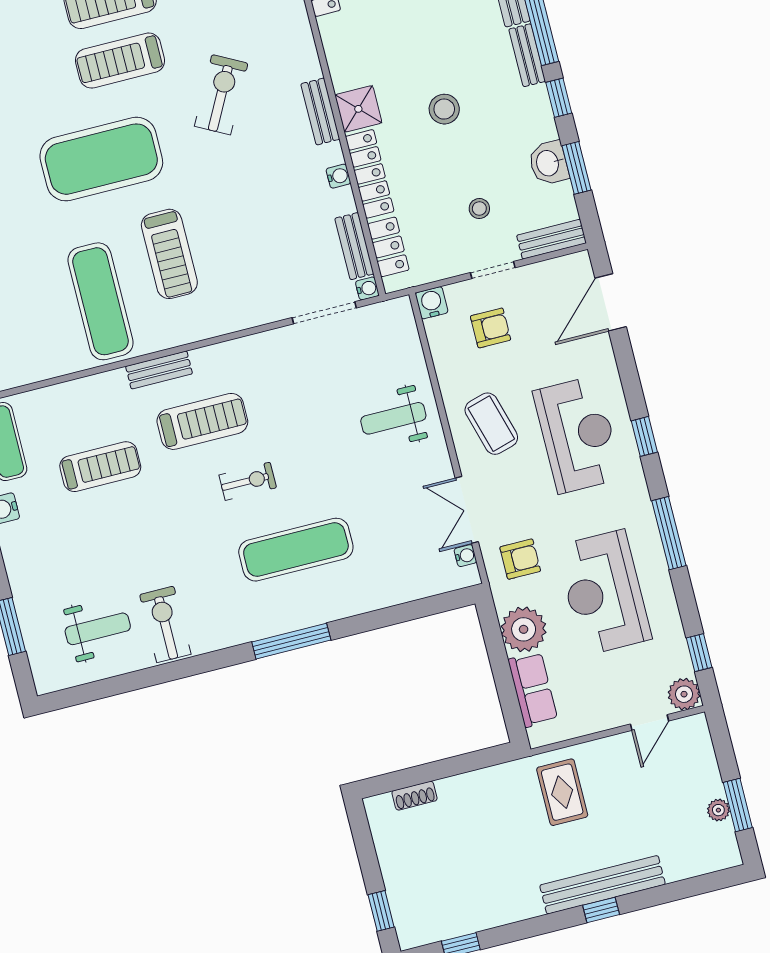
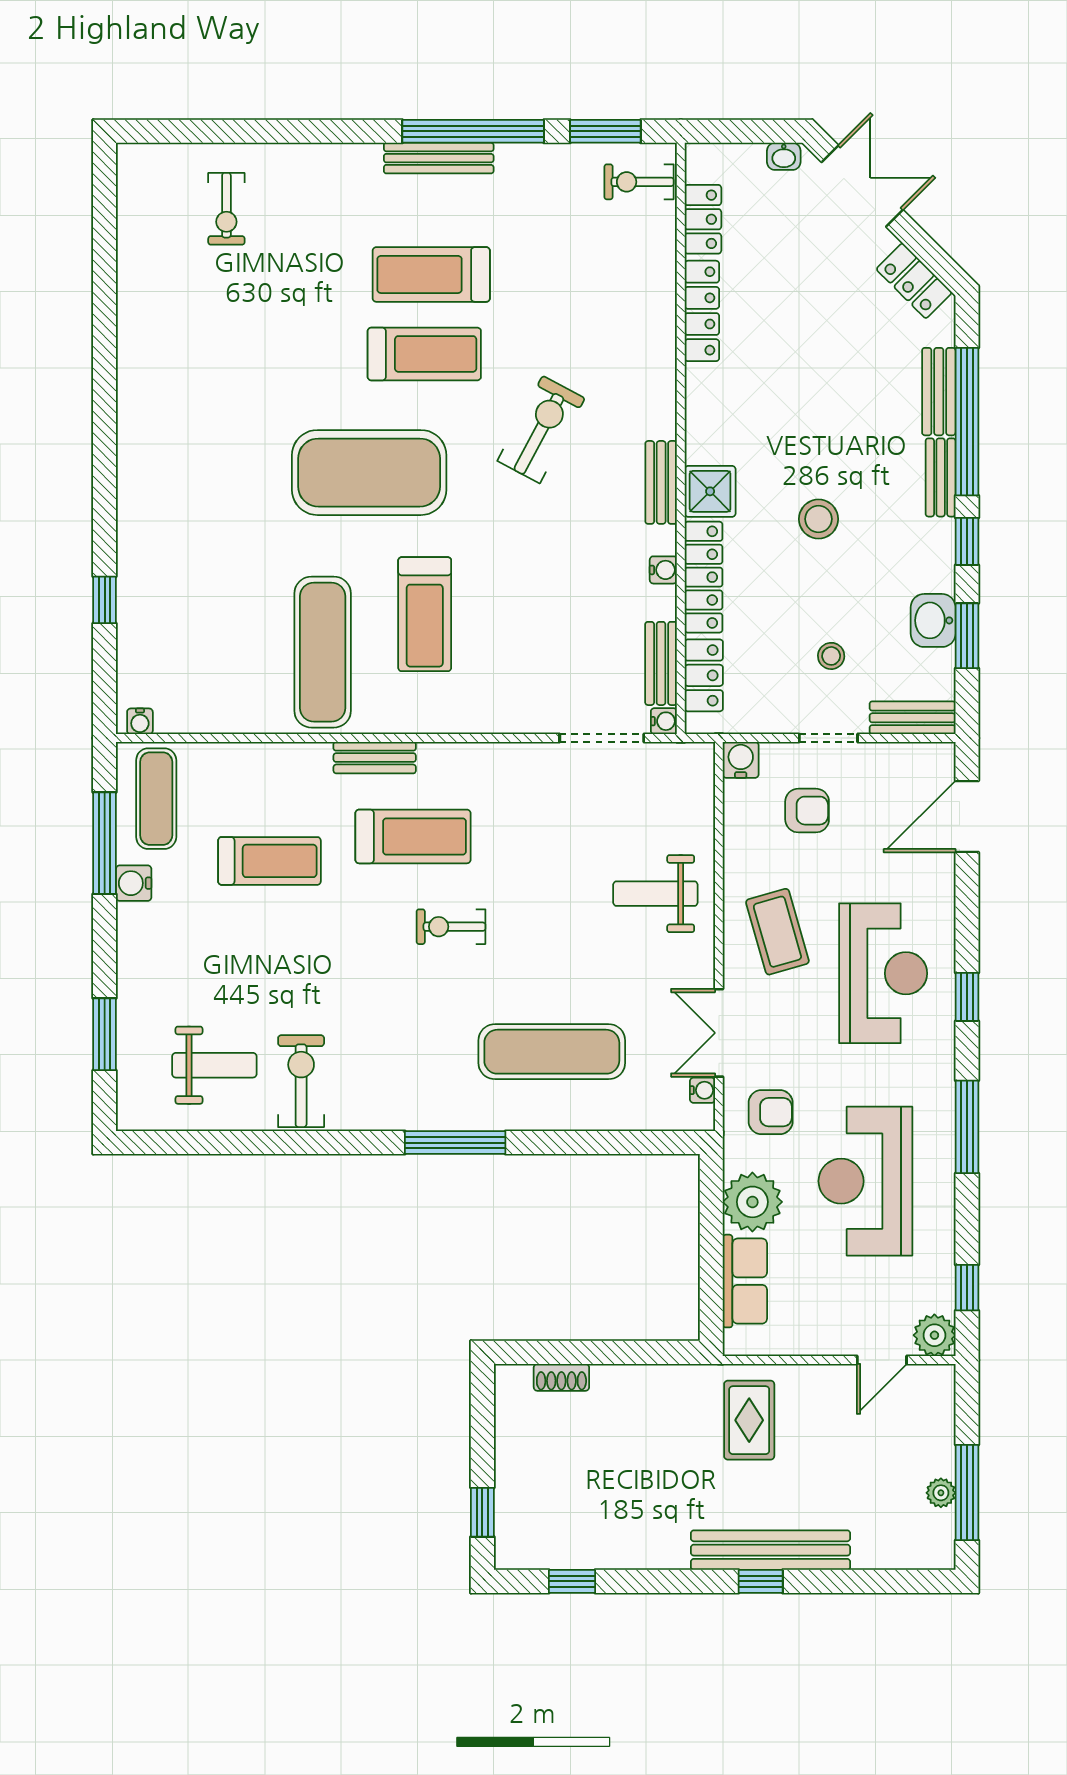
treadmill: (120, 61) -> (424, 354), turned 180
exercise bike: (248, 481) -> (451, 927), turned 180
exercise mat: (296, 550) -> (552, 1052), moved
window: (738, 805) -> (967, 1493), width x1.44

